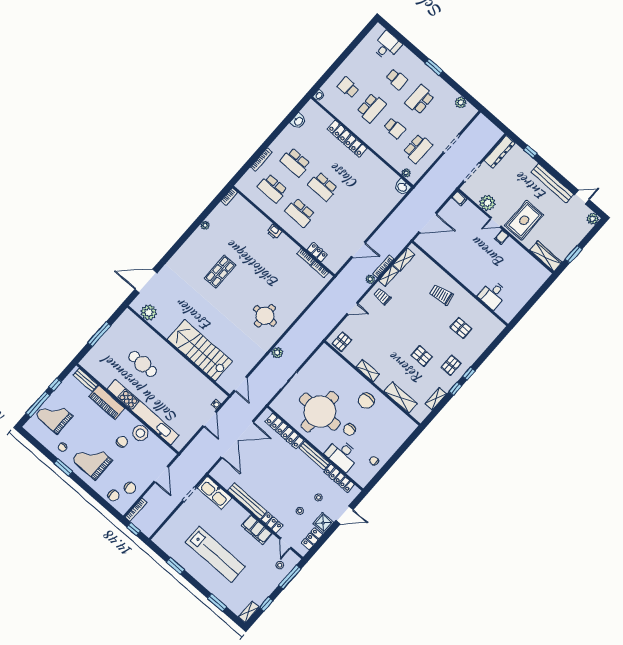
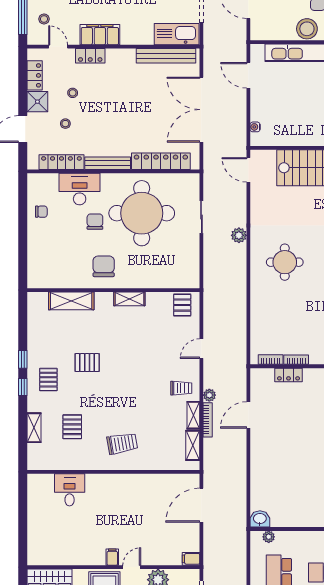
pallet: (461, 328) -> (72, 427), turned 90
shelving: (436, 399) -> (34, 428), moved
door: (209, 419) -> (248, 75), moved
bench: (247, 501) -> (166, 56), moved

